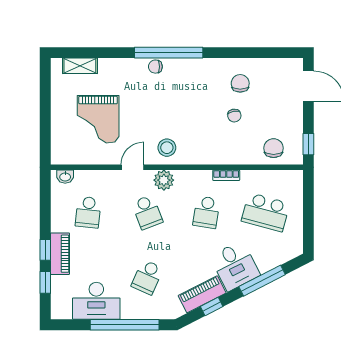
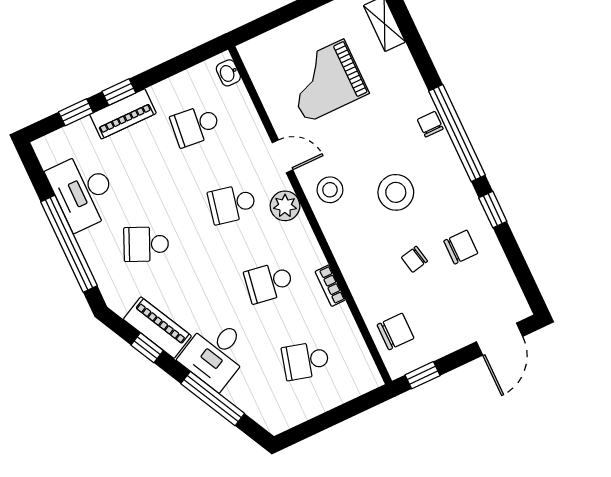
window: (226, 53) -> (493, 210), added
stool: (188, 108) -> (396, 192), added
school desk: (147, 212) -> (232, 204), turned 33
school desk: (266, 212) -> (306, 361), width x0.54

